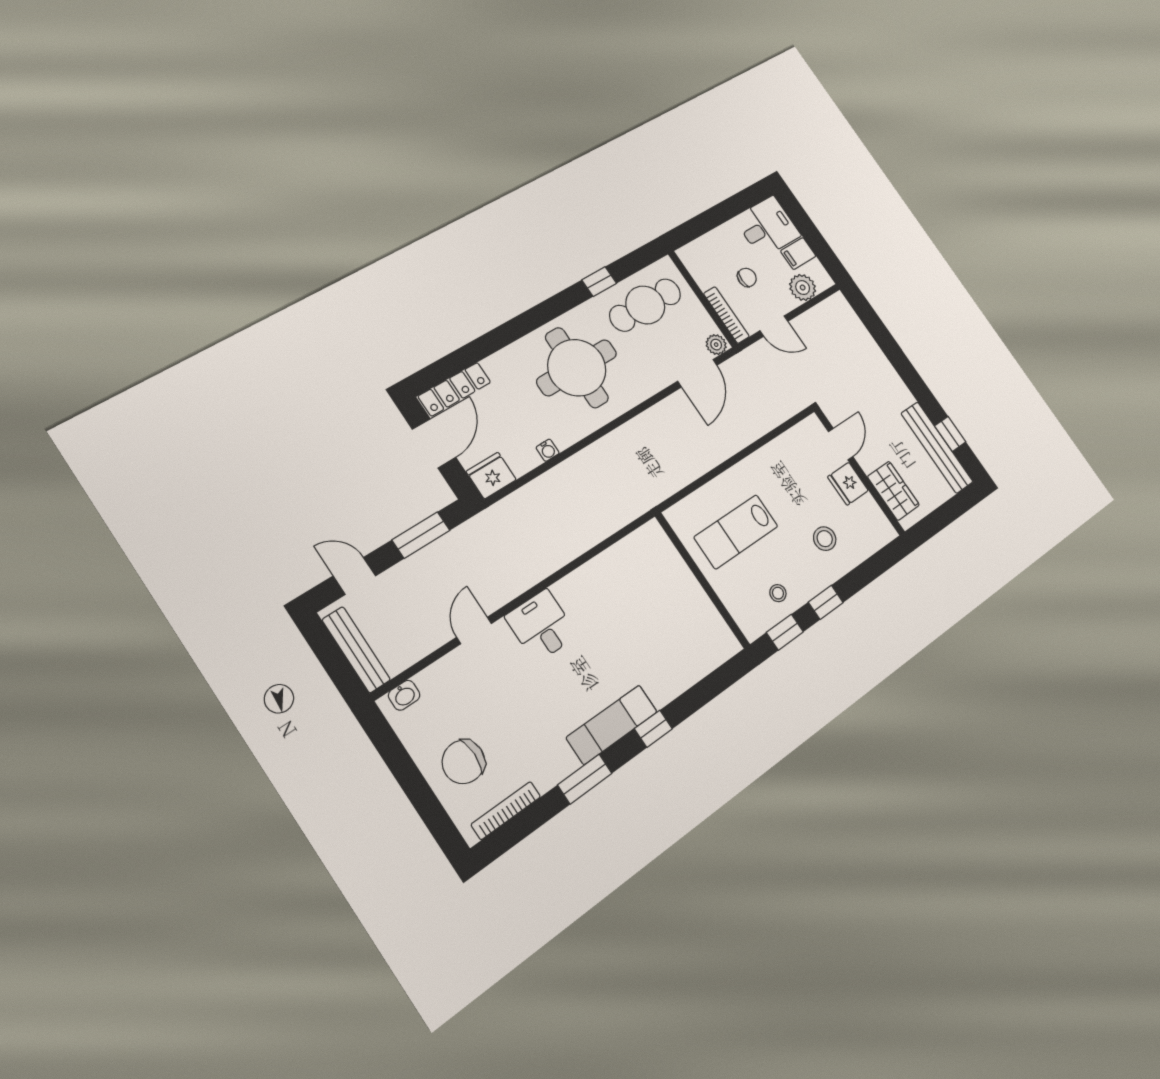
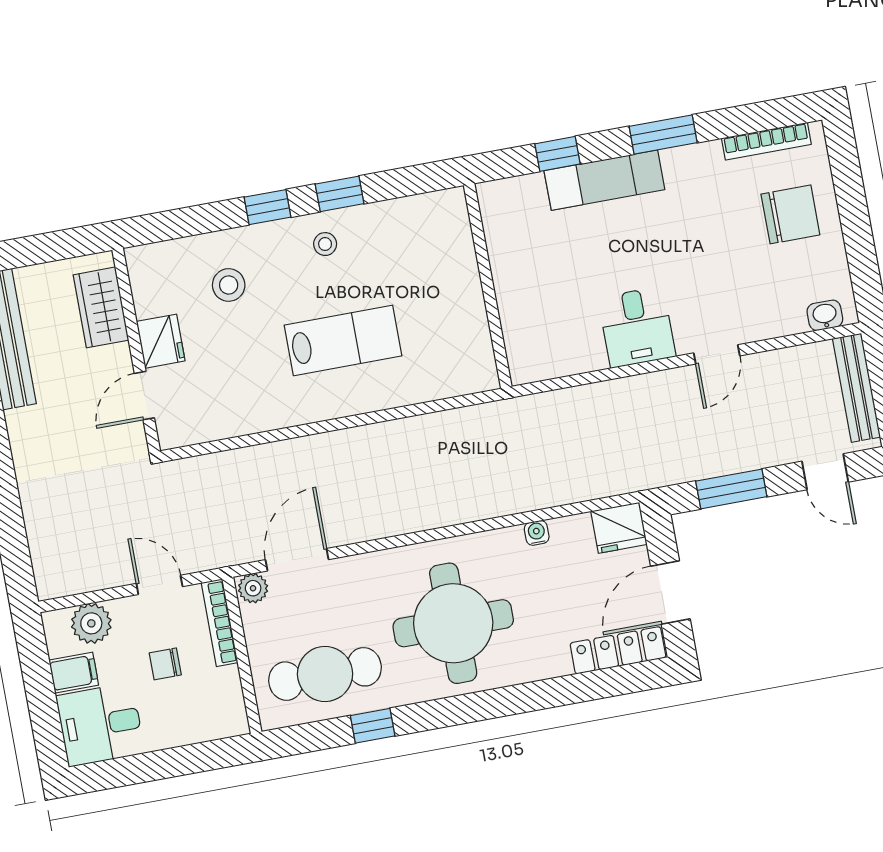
wall: (702, 580) -> (488, 286), moved

